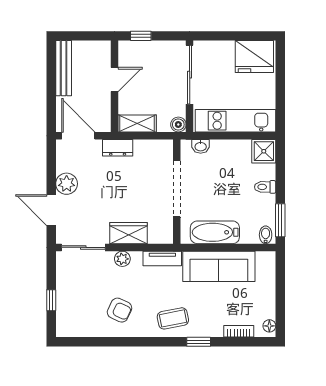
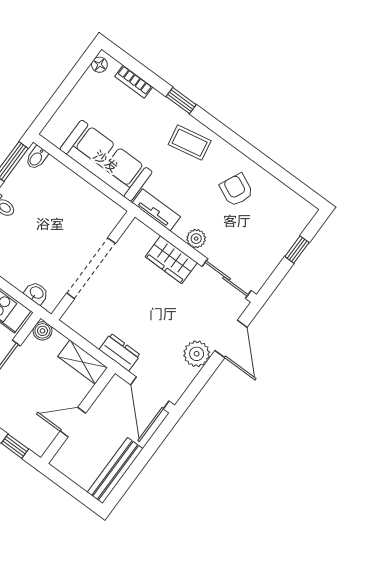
bathtub: (215, 232) -> (85, 197), removed

